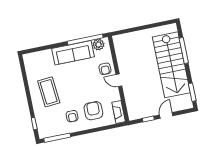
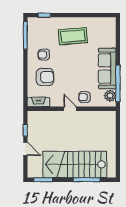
door: (119, 80) -> (70, 109), hinge flipped

